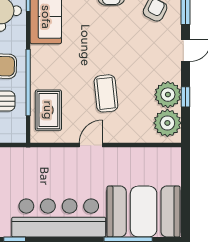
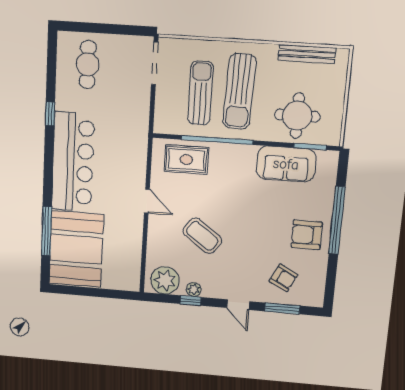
coffee table: (106, 93) -> (202, 236), moved, turned 42
plant: (168, 95) -> (194, 289), width x0.53, depth x0.53

